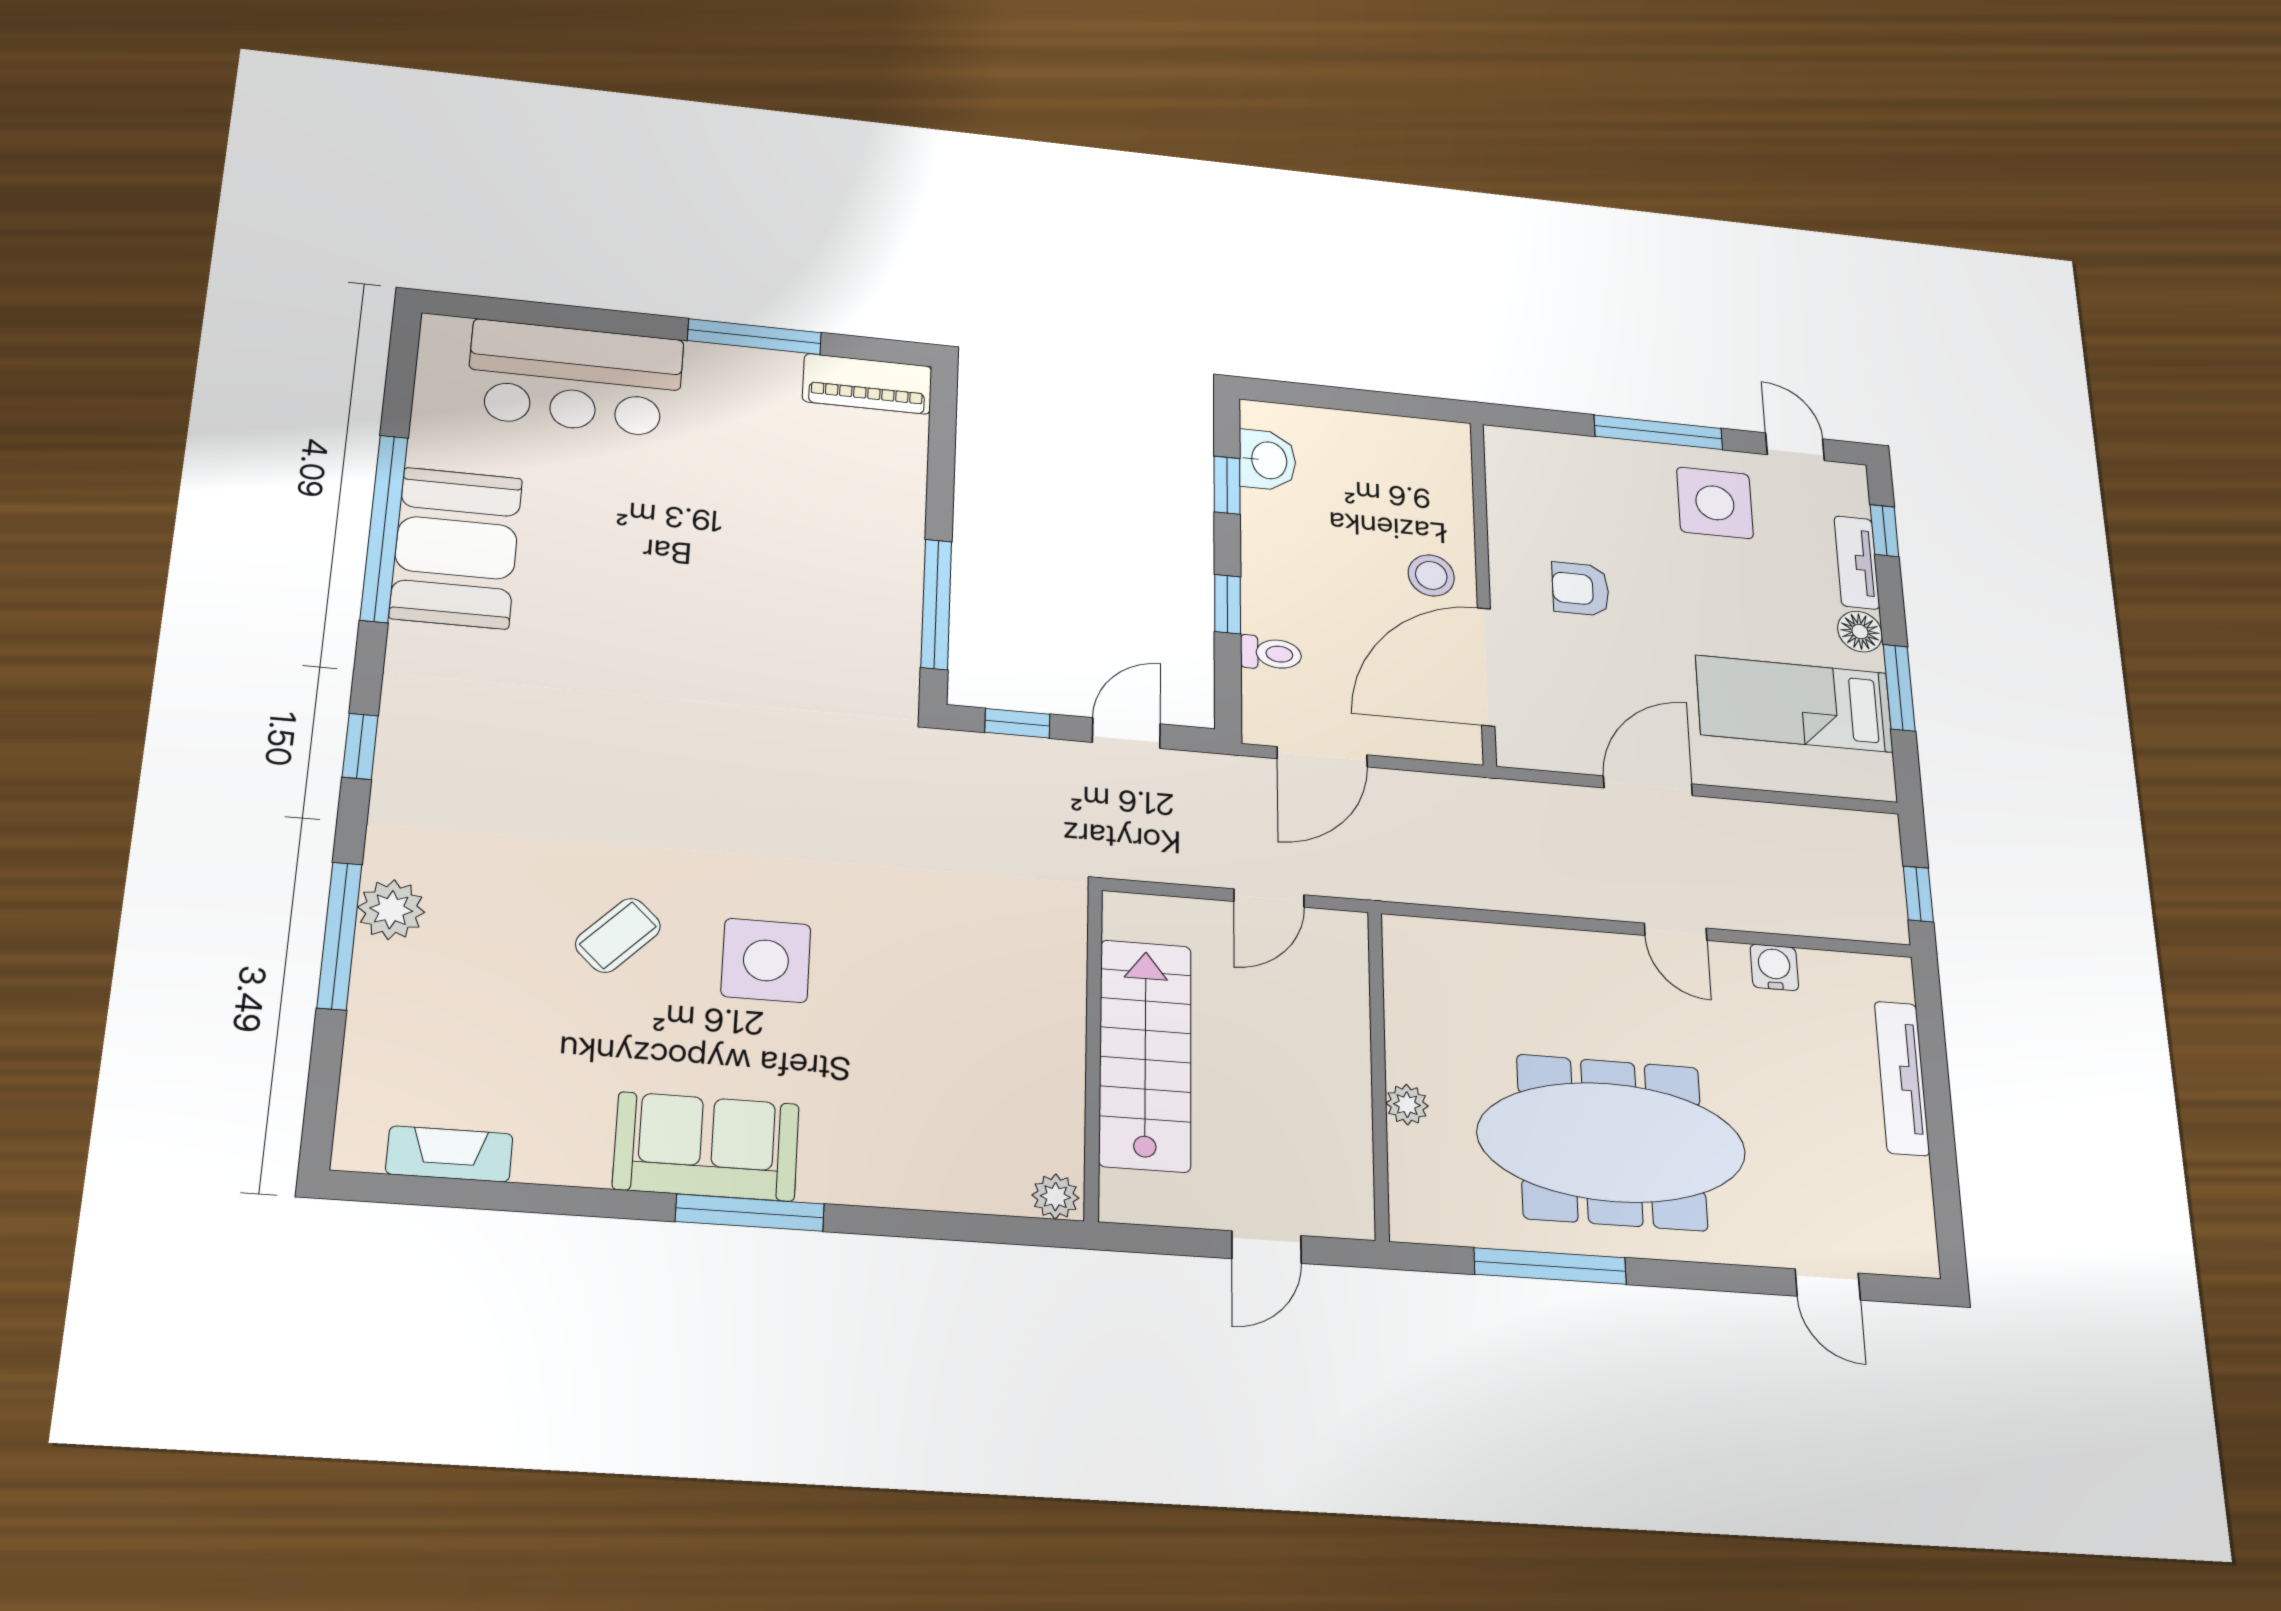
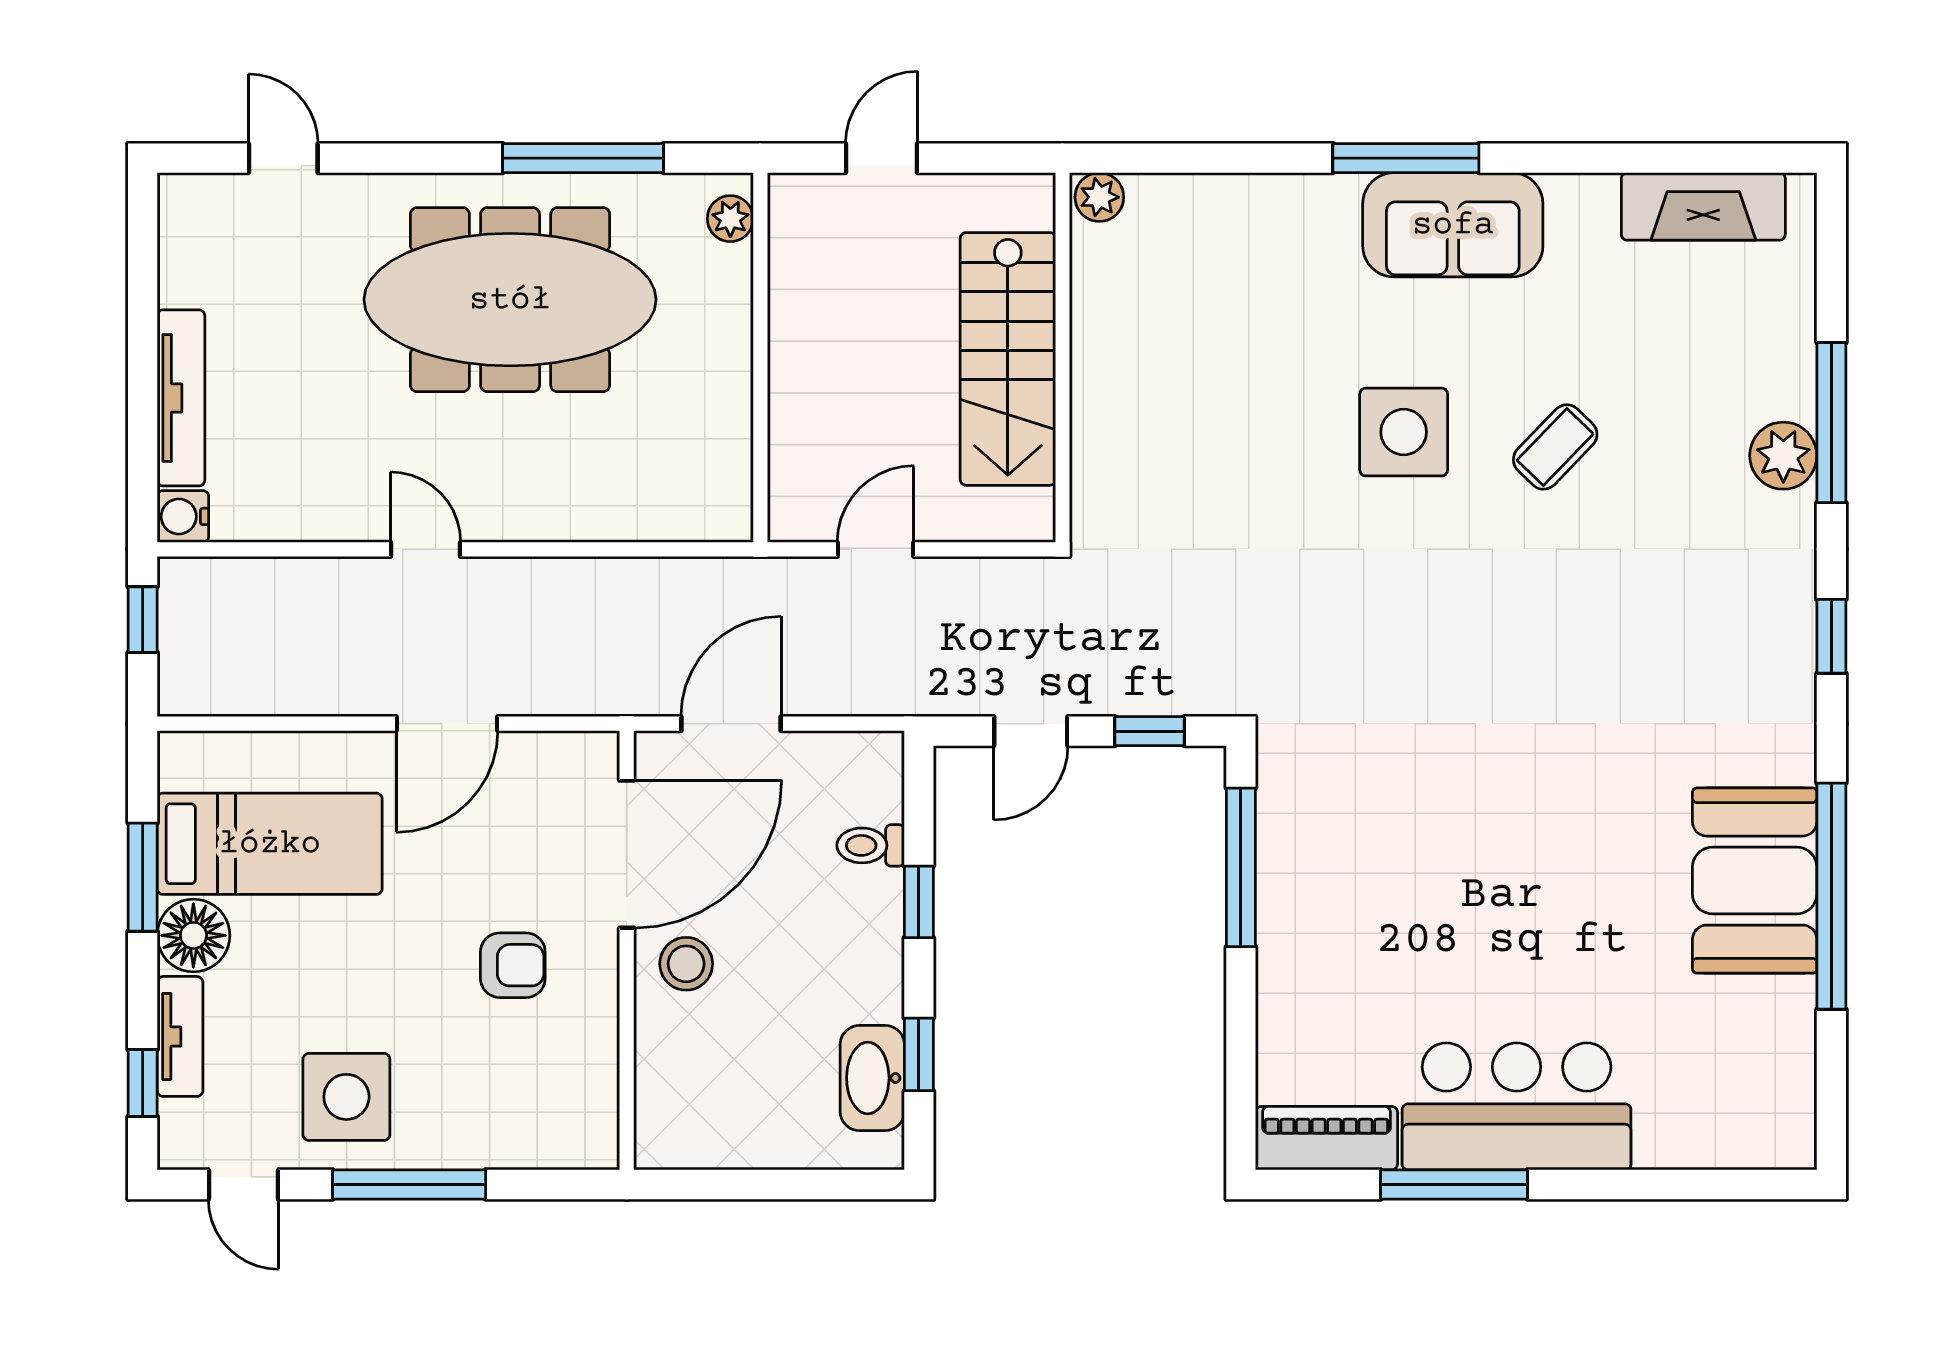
bar counter: (575, 378) -> (1517, 1106), moved
washbasin: (1268, 460) -> (872, 1078), width x1.38
floor lamp: (1860, 632) -> (193, 935), width x1.38, depth x1.38
door: (1322, 757) -> (731, 724), moved
water cooler: (1774, 967) -> (183, 516), moved, turned 90
plant: (1407, 1105) -> (730, 219), moved
fireplace: (449, 1154) -> (1703, 206), width x1.37, depth x1.32

